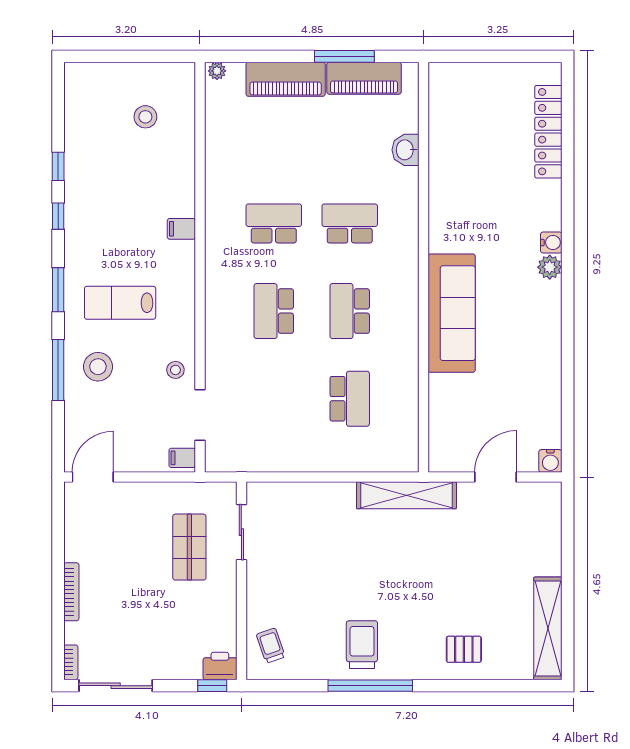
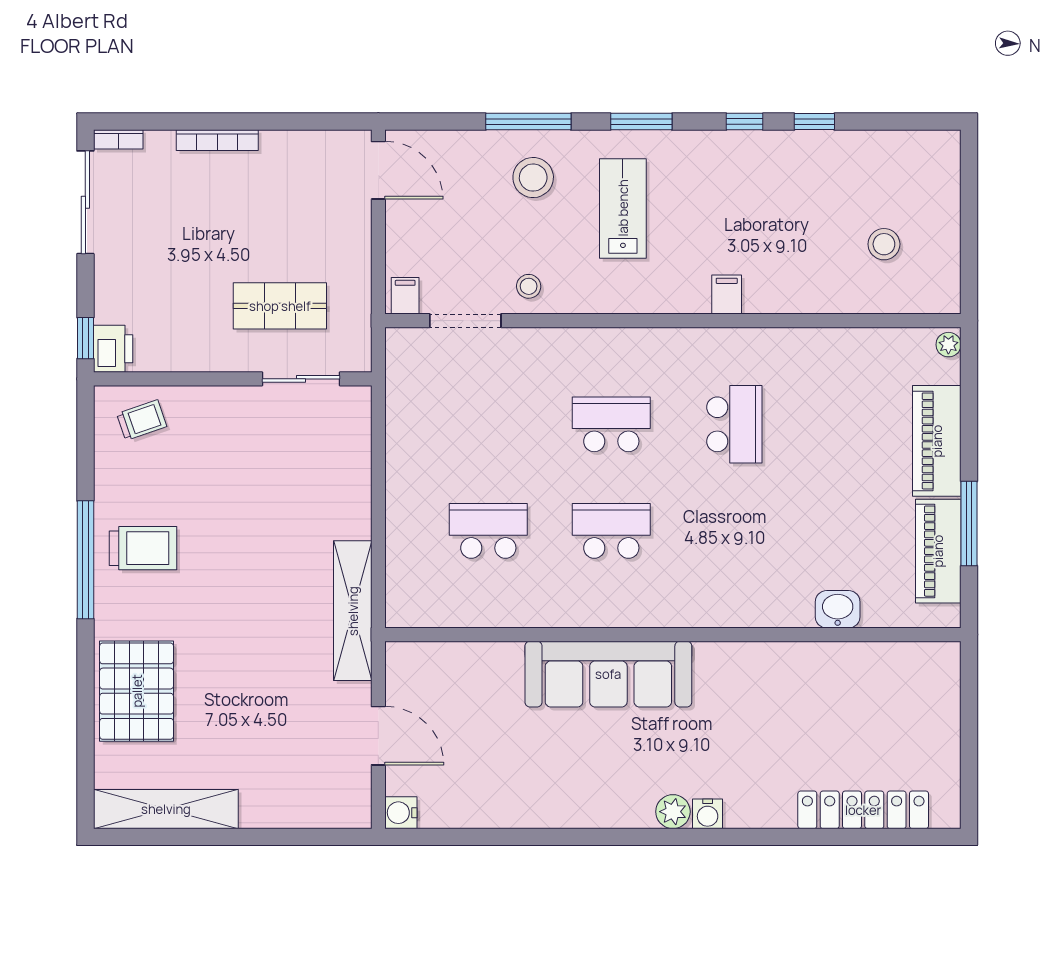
school desk: (350, 223) -> (734, 531), removed
school desk: (350, 399) -> (488, 531), turned 180
pallet: (464, 649) -> (137, 691), width x2.05, depth x2.00

